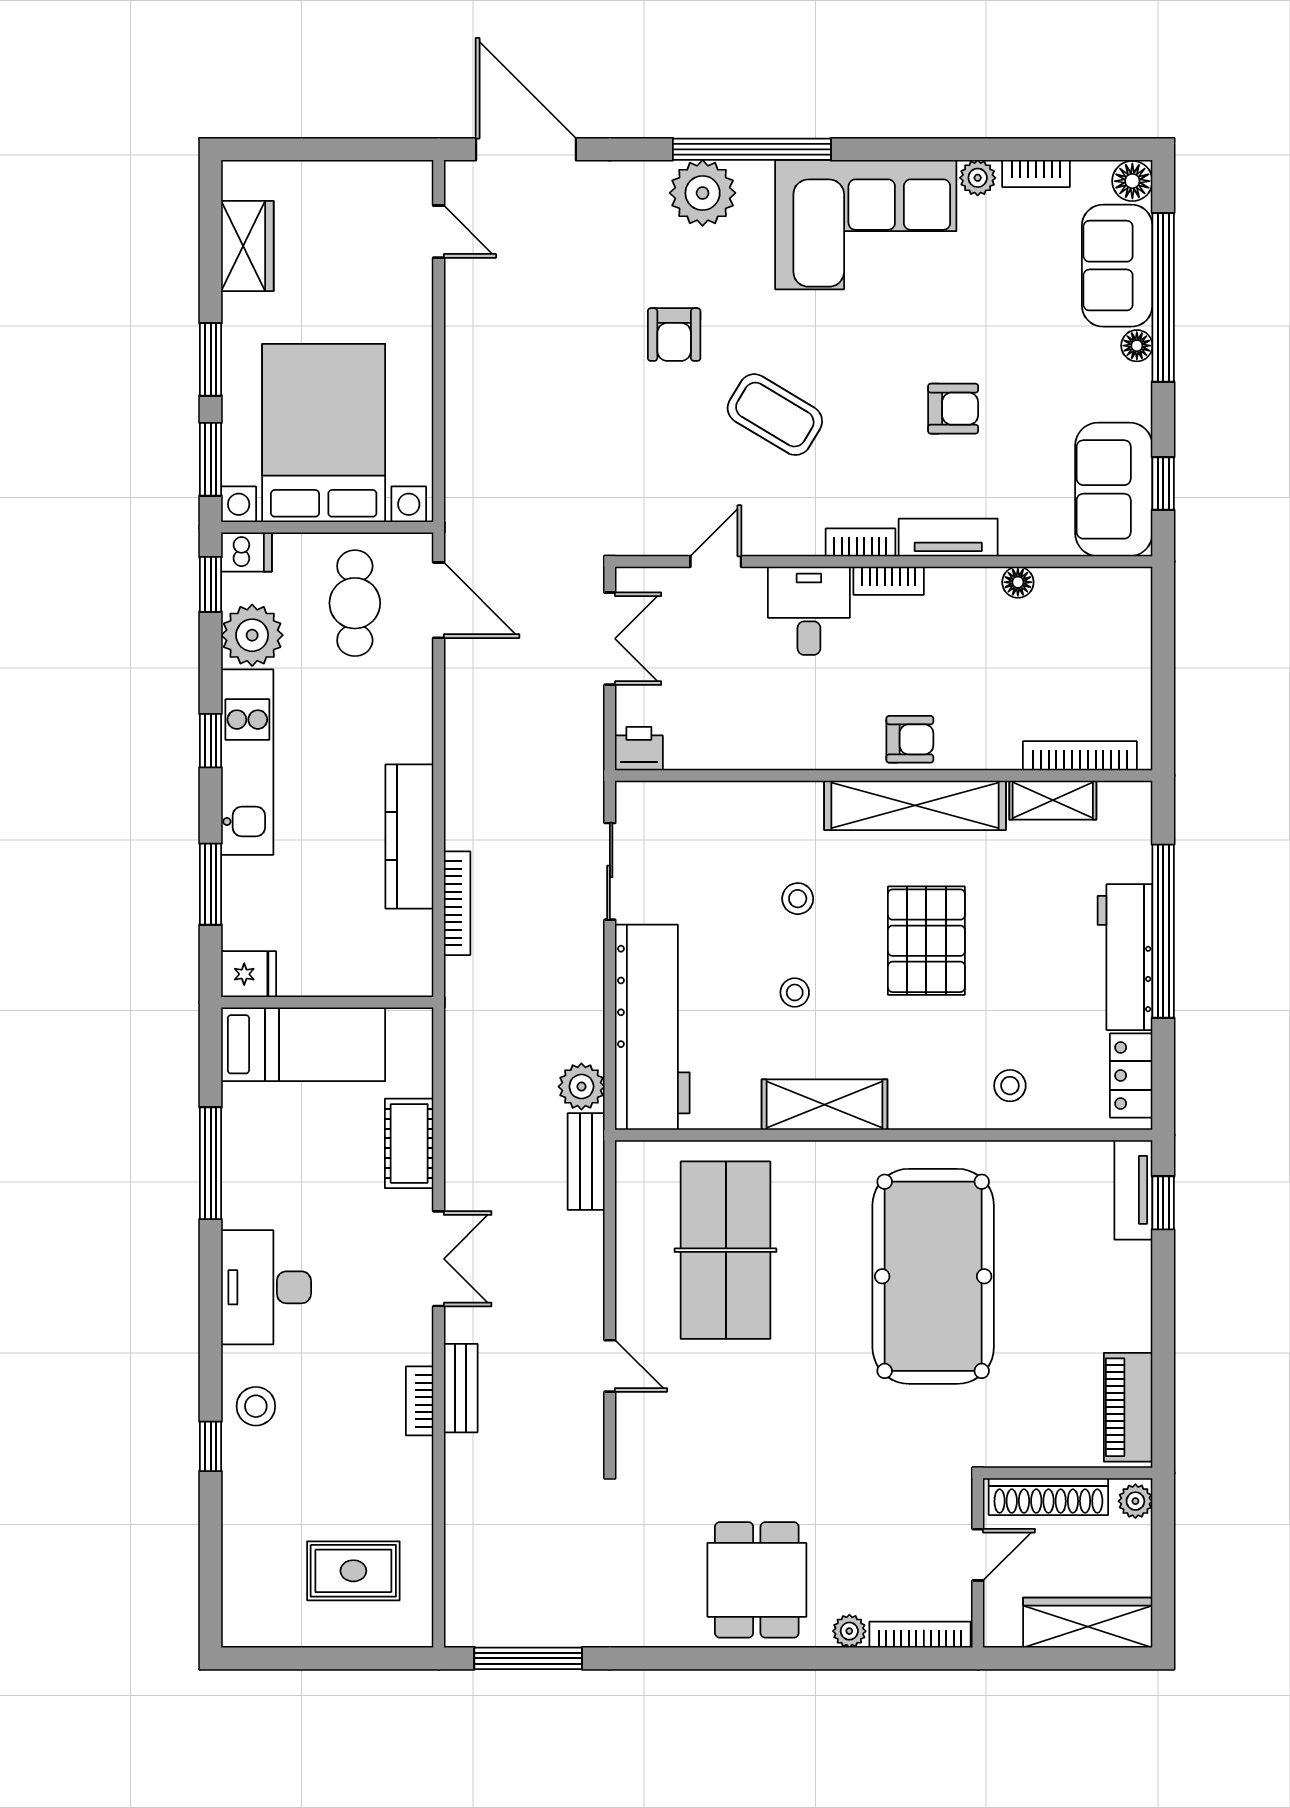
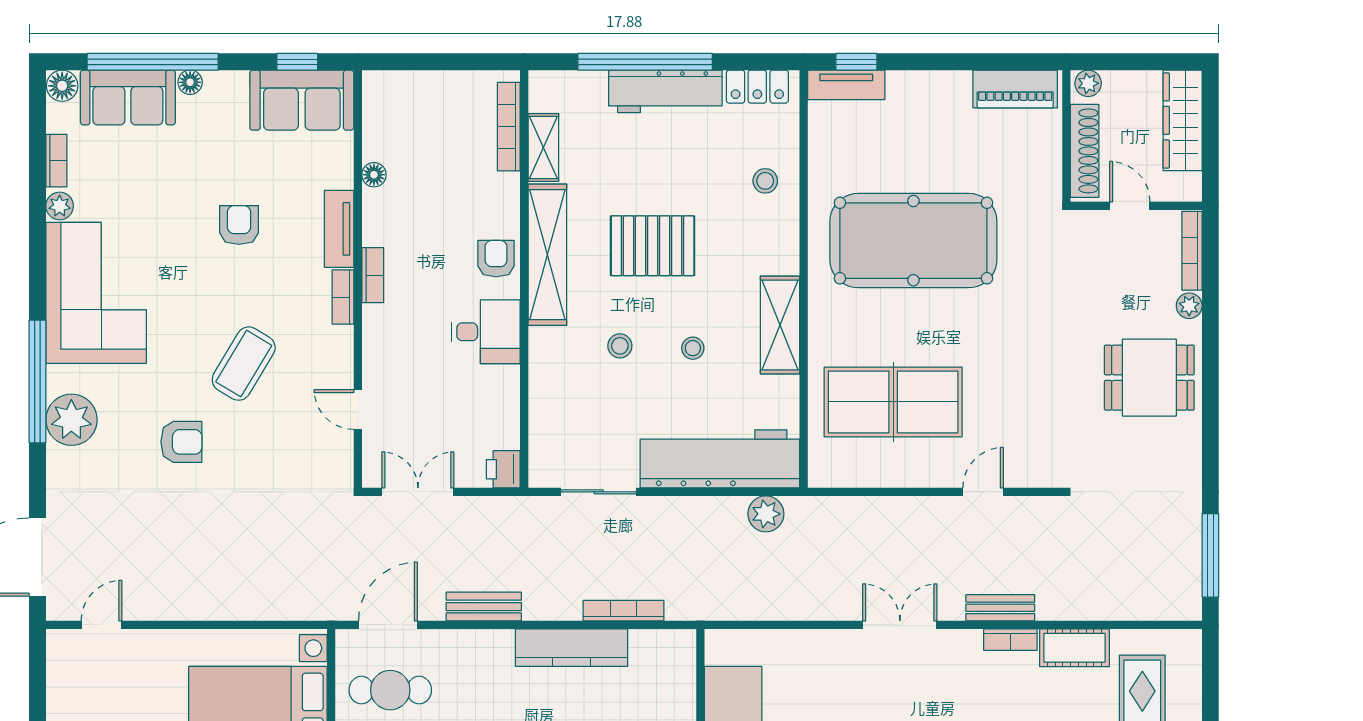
desk: (809, 611) -> (486, 332), moved, turned 180
cot: (409, 1143) -> (1075, 648), moved
bench: (586, 1162) -> (484, 607), moved

